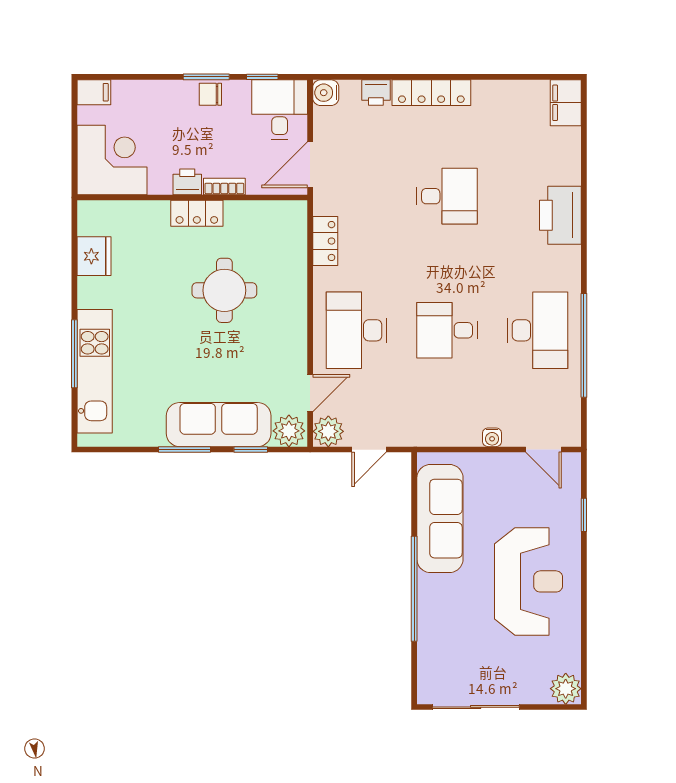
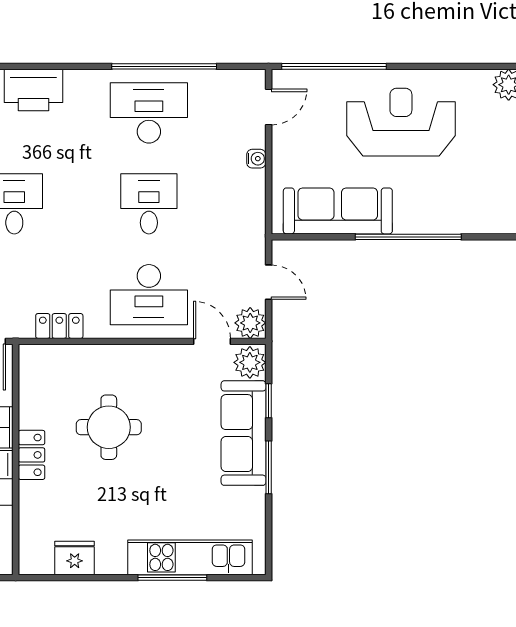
desk: (447, 330) -> (149, 204), turned 180
window: (584, 515) -> (334, 66), width x3.17

